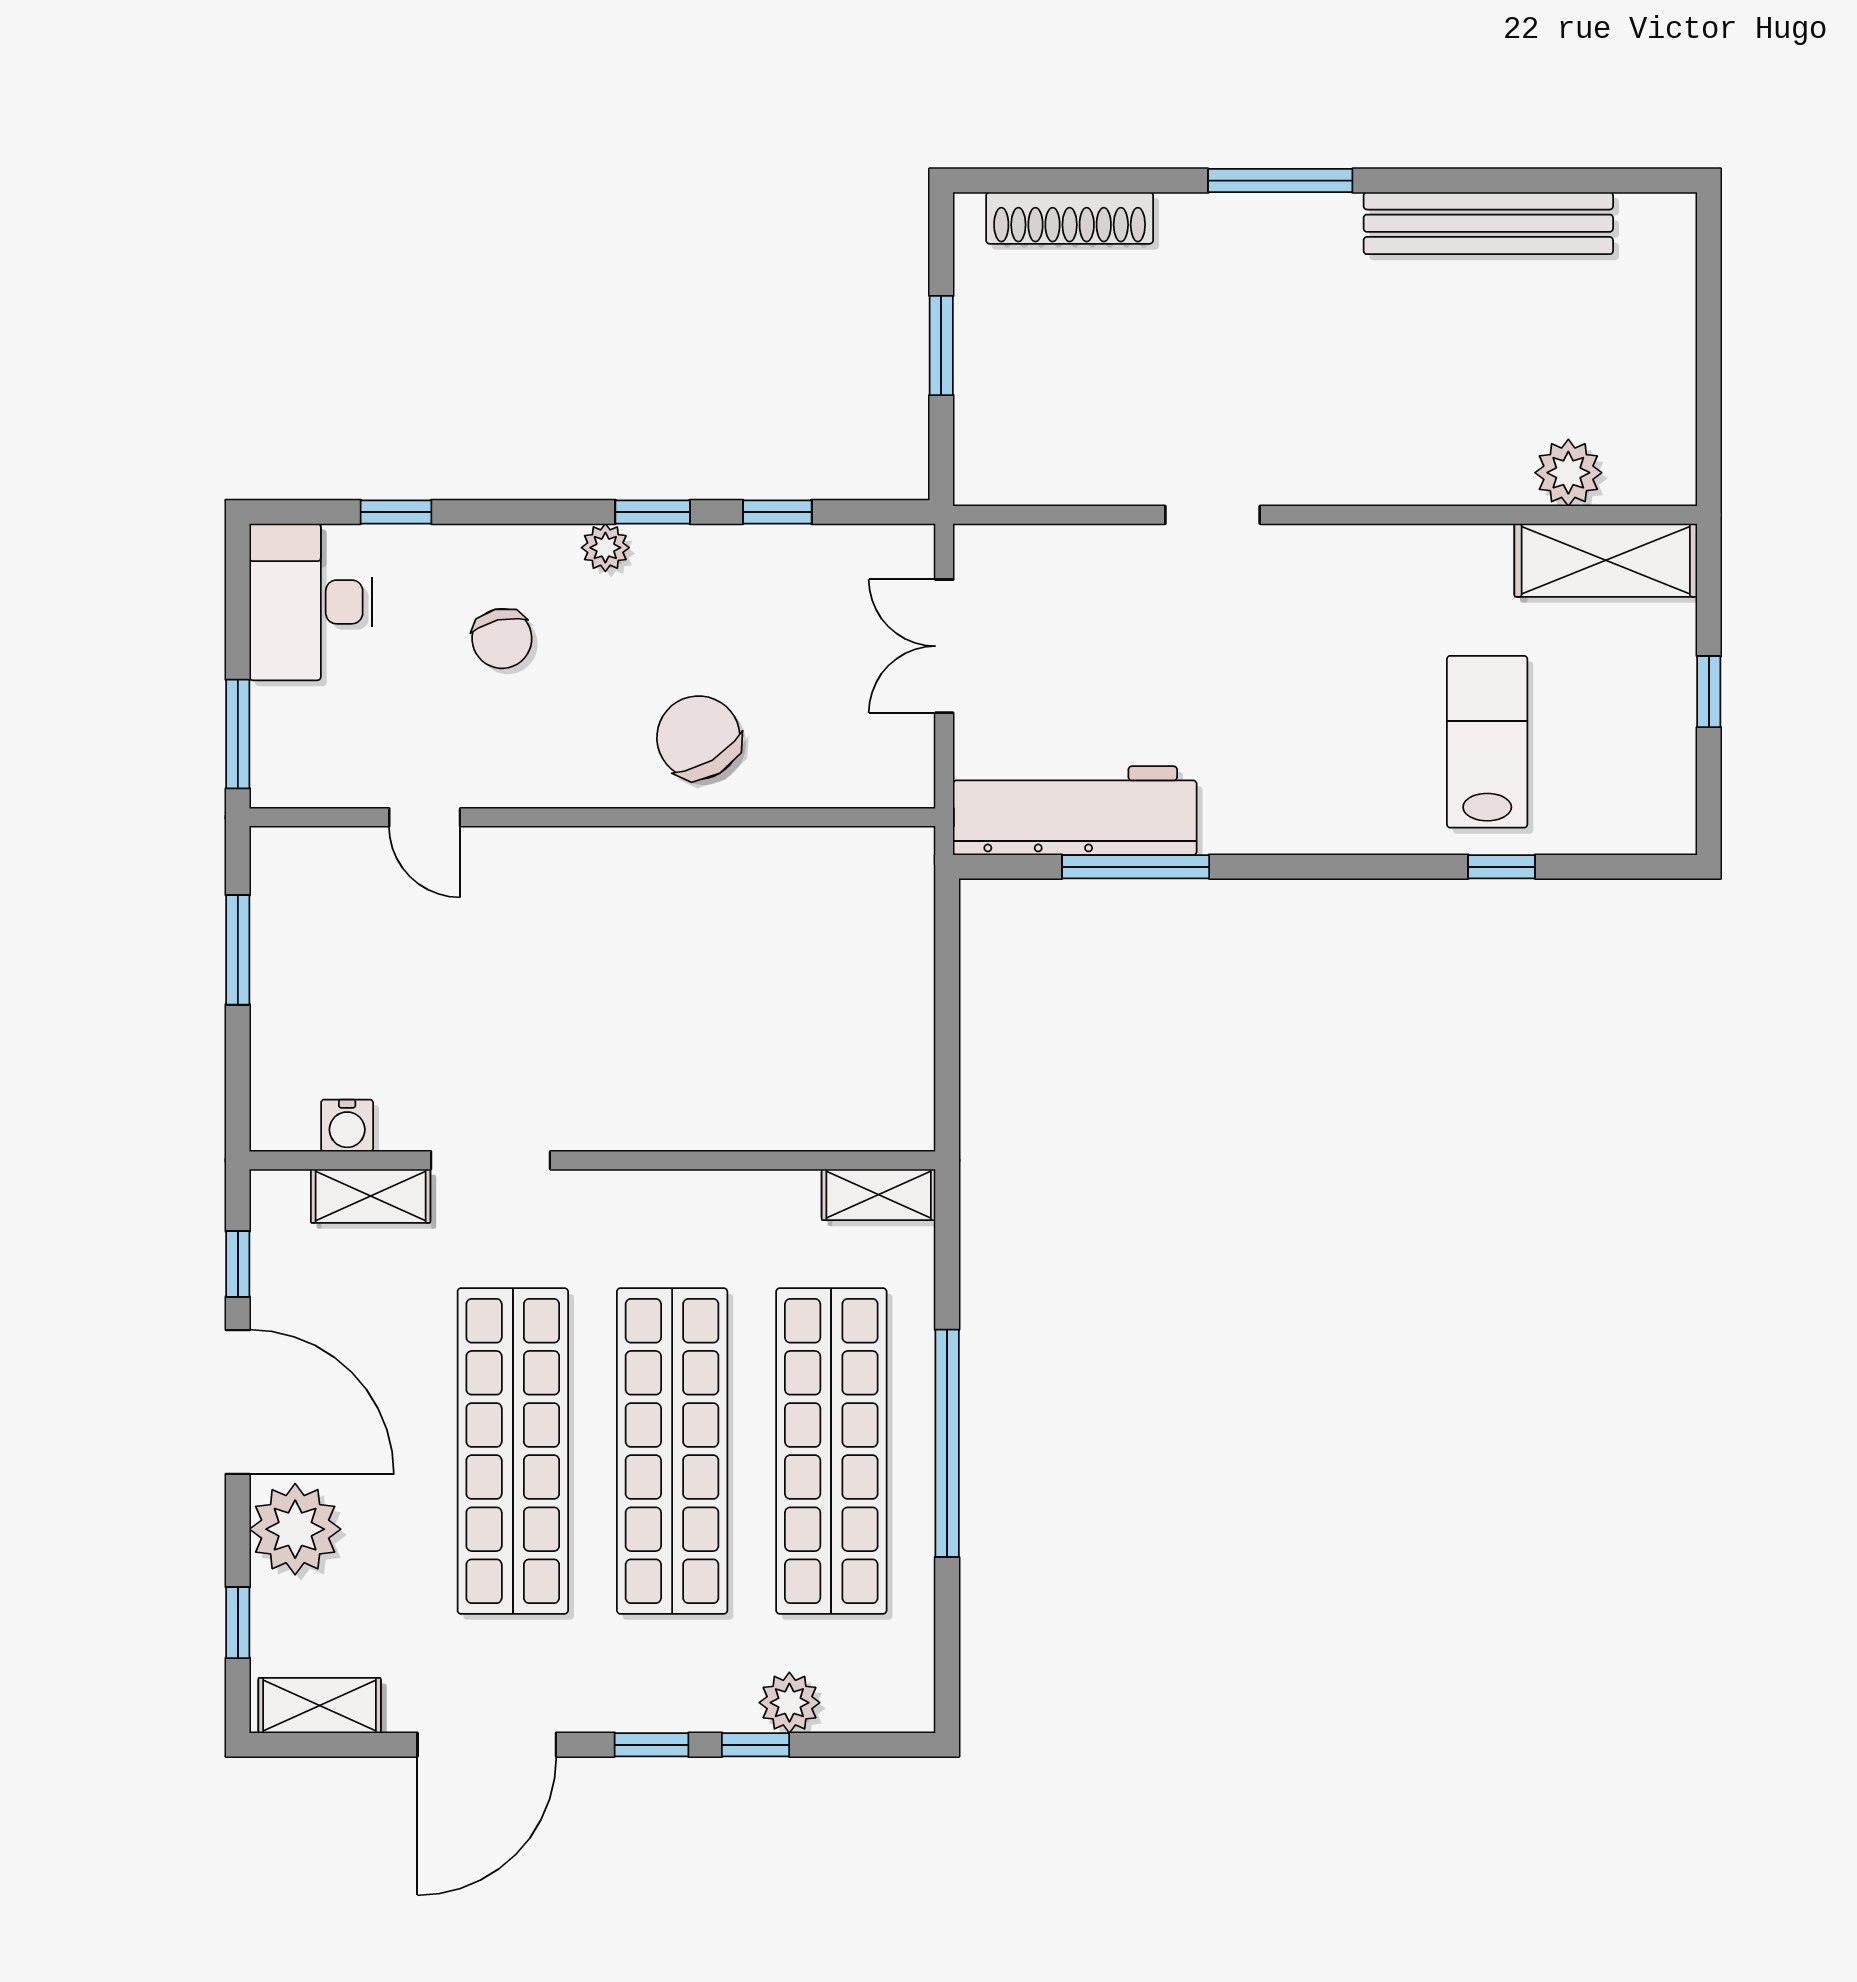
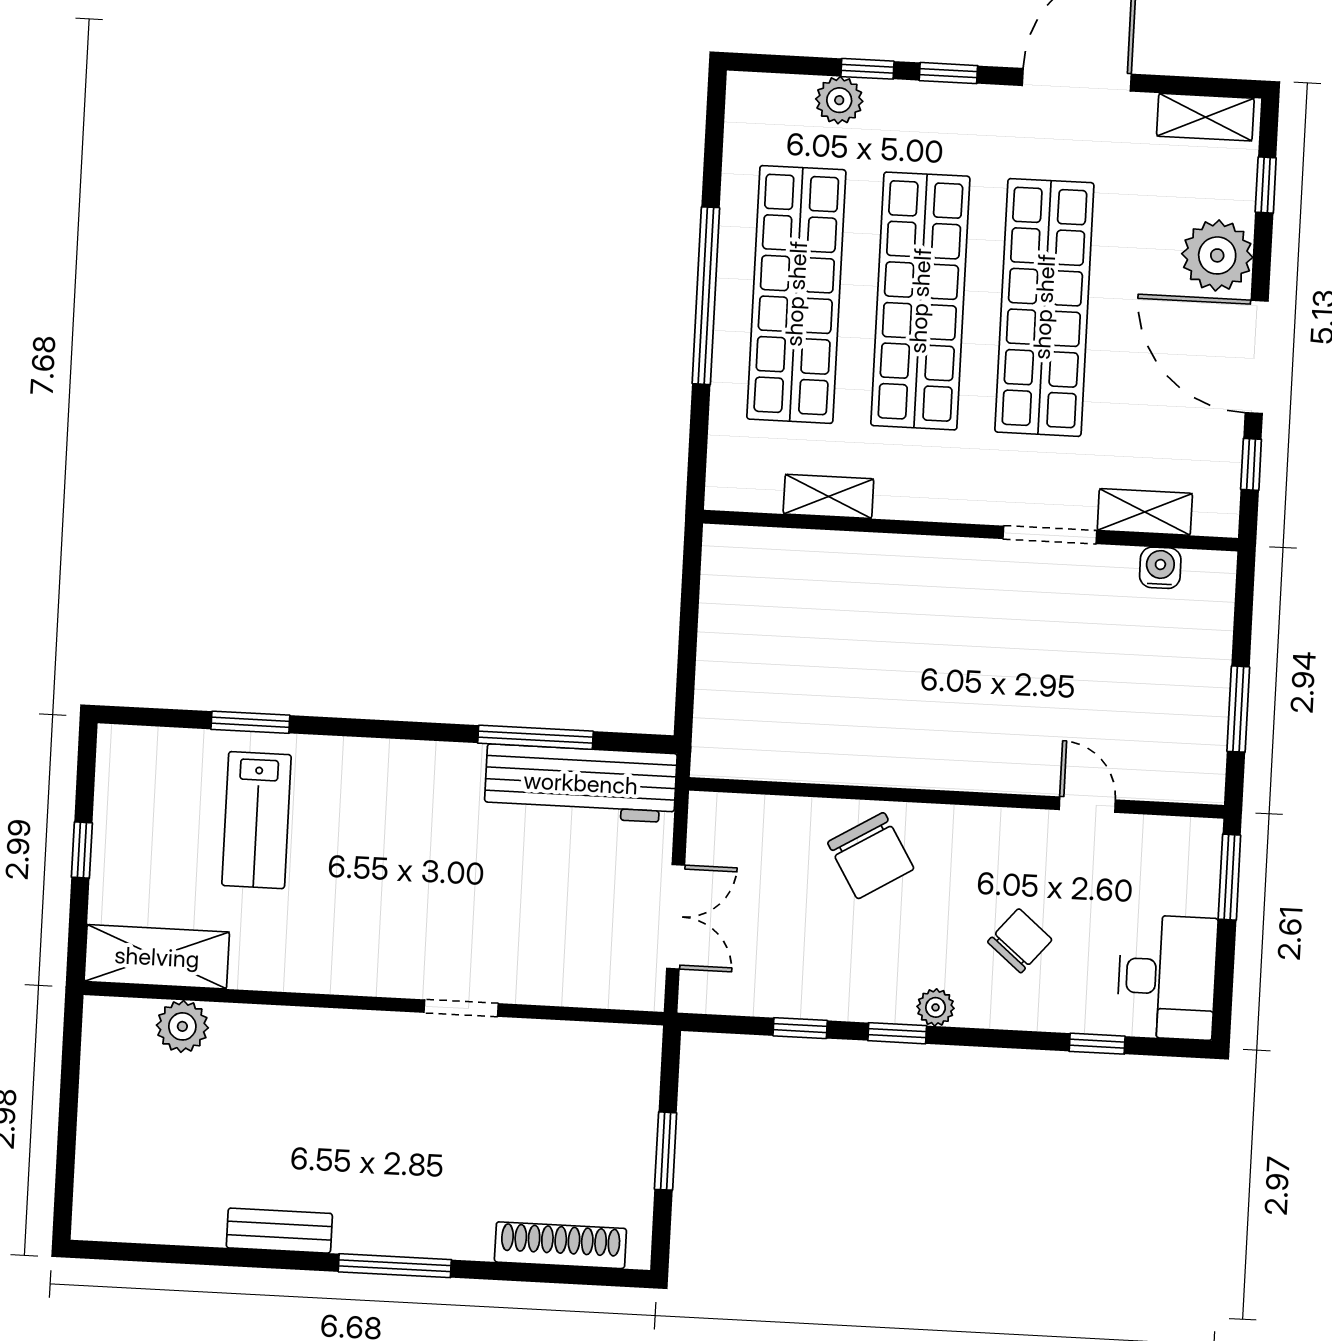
bench: (1488, 223) -> (279, 1231), width x0.54, depth x0.82
chair: (502, 639) -> (1020, 941), turned 53
window: (1502, 867) -> (250, 722), width x1.50
shelving: (879, 1195) -> (828, 496), moved

